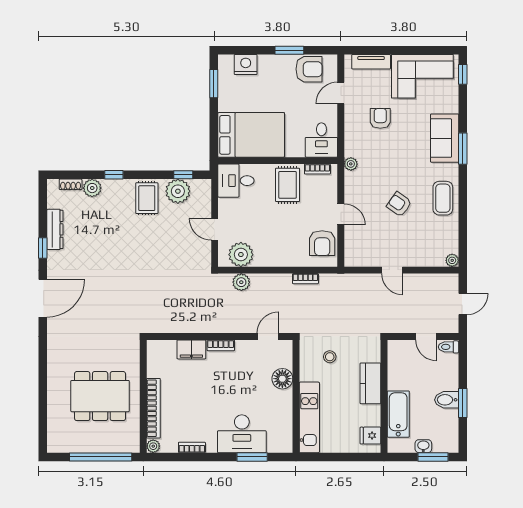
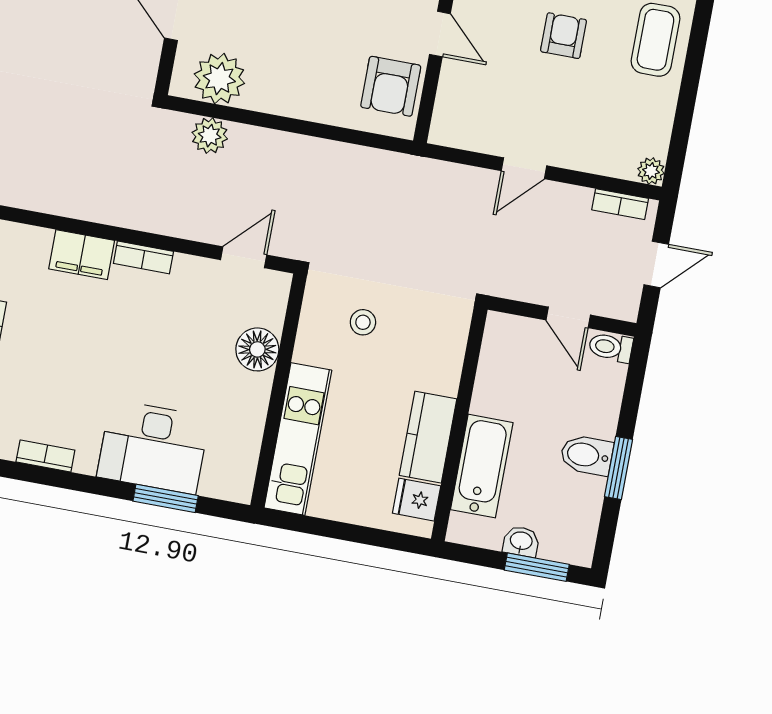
armchair: (399, 204) -> (564, 36), turned 55
door: (392, 270) -> (524, 168), hinge flipped
bookcase: (305, 279) -> (620, 204), moved
kitchen counter: (370, 383) -> (428, 437), moved

